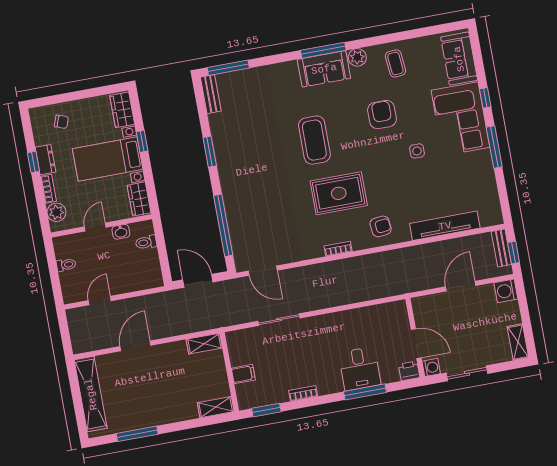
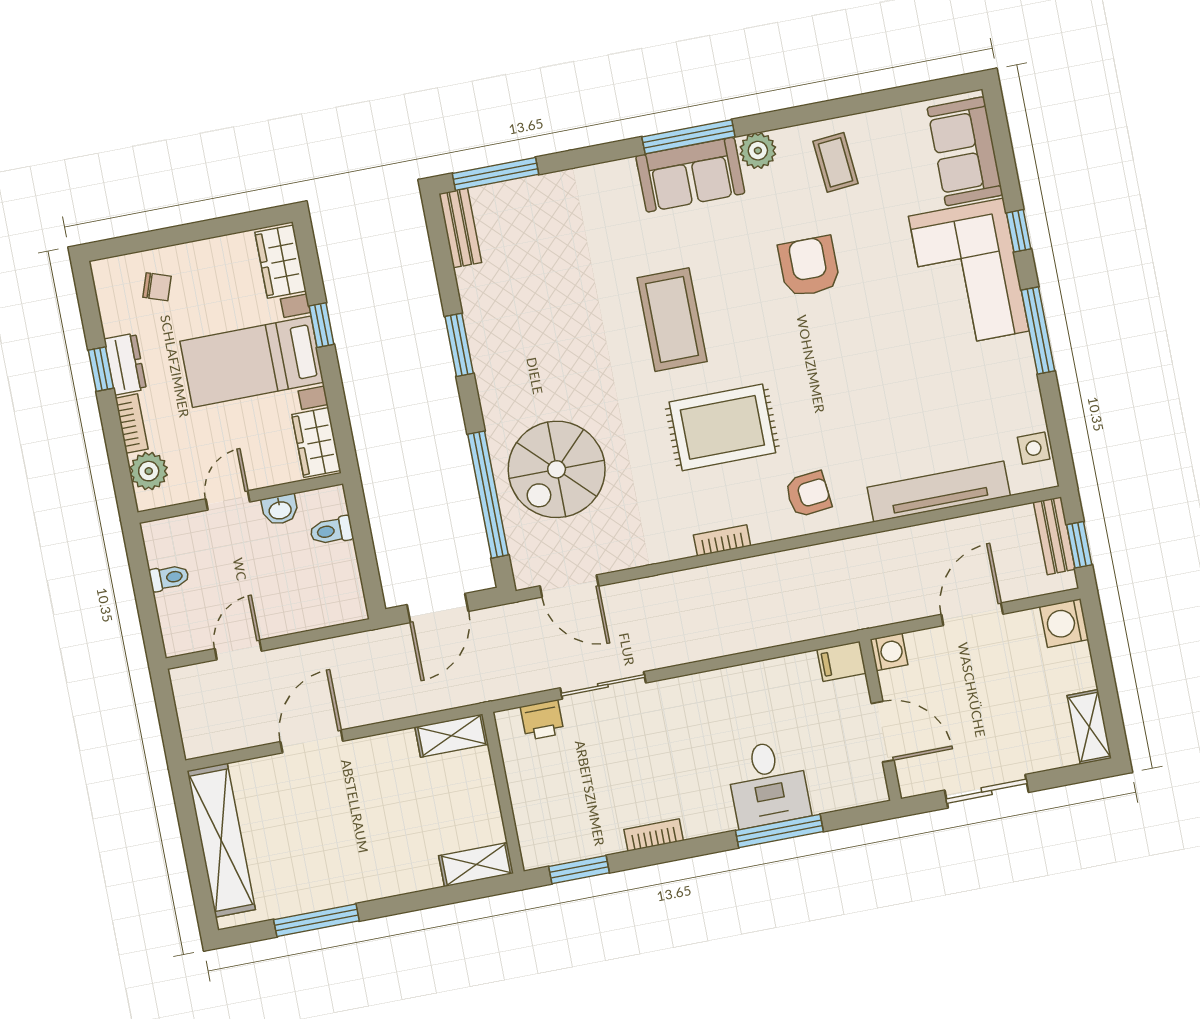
side table: (417, 151) -> (1034, 448), moved
spiral stairs: (257, 213) -> (557, 469), added
door: (198, 281) -> (438, 608), swing flipped
washing machine: (431, 367) -> (889, 652), moved
printer: (409, 371) -> (542, 720), moved, turned 180
filing cabinet: (243, 374) -> (841, 661), moved, turned 180

